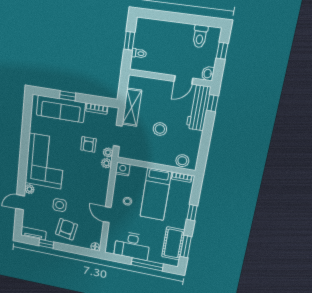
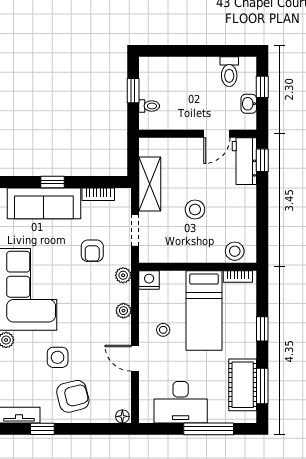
washbasin: (208, 74) -> (249, 104), moved
workbench: (199, 108) -> (244, 161), width x0.73
plant: (108, 152) -> (123, 311), moved
armchair: (66, 229) -> (73, 396), turned 66

